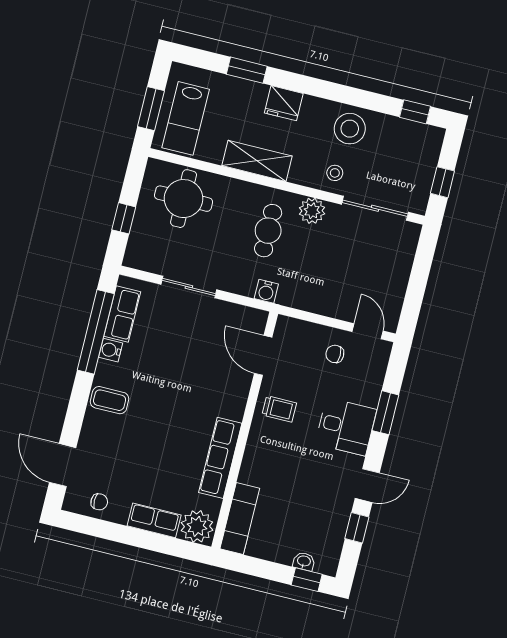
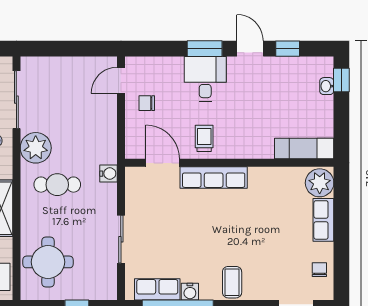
plant: (312, 211) -> (36, 148), width x1.36, depth x1.36
chair: (335, 354) -> (147, 103), turned 90
door: (263, 355) -> (163, 163), swing flipped
window: (385, 413) -> (205, 49), moved
row of seats: (220, 458) -> (214, 178), moved

